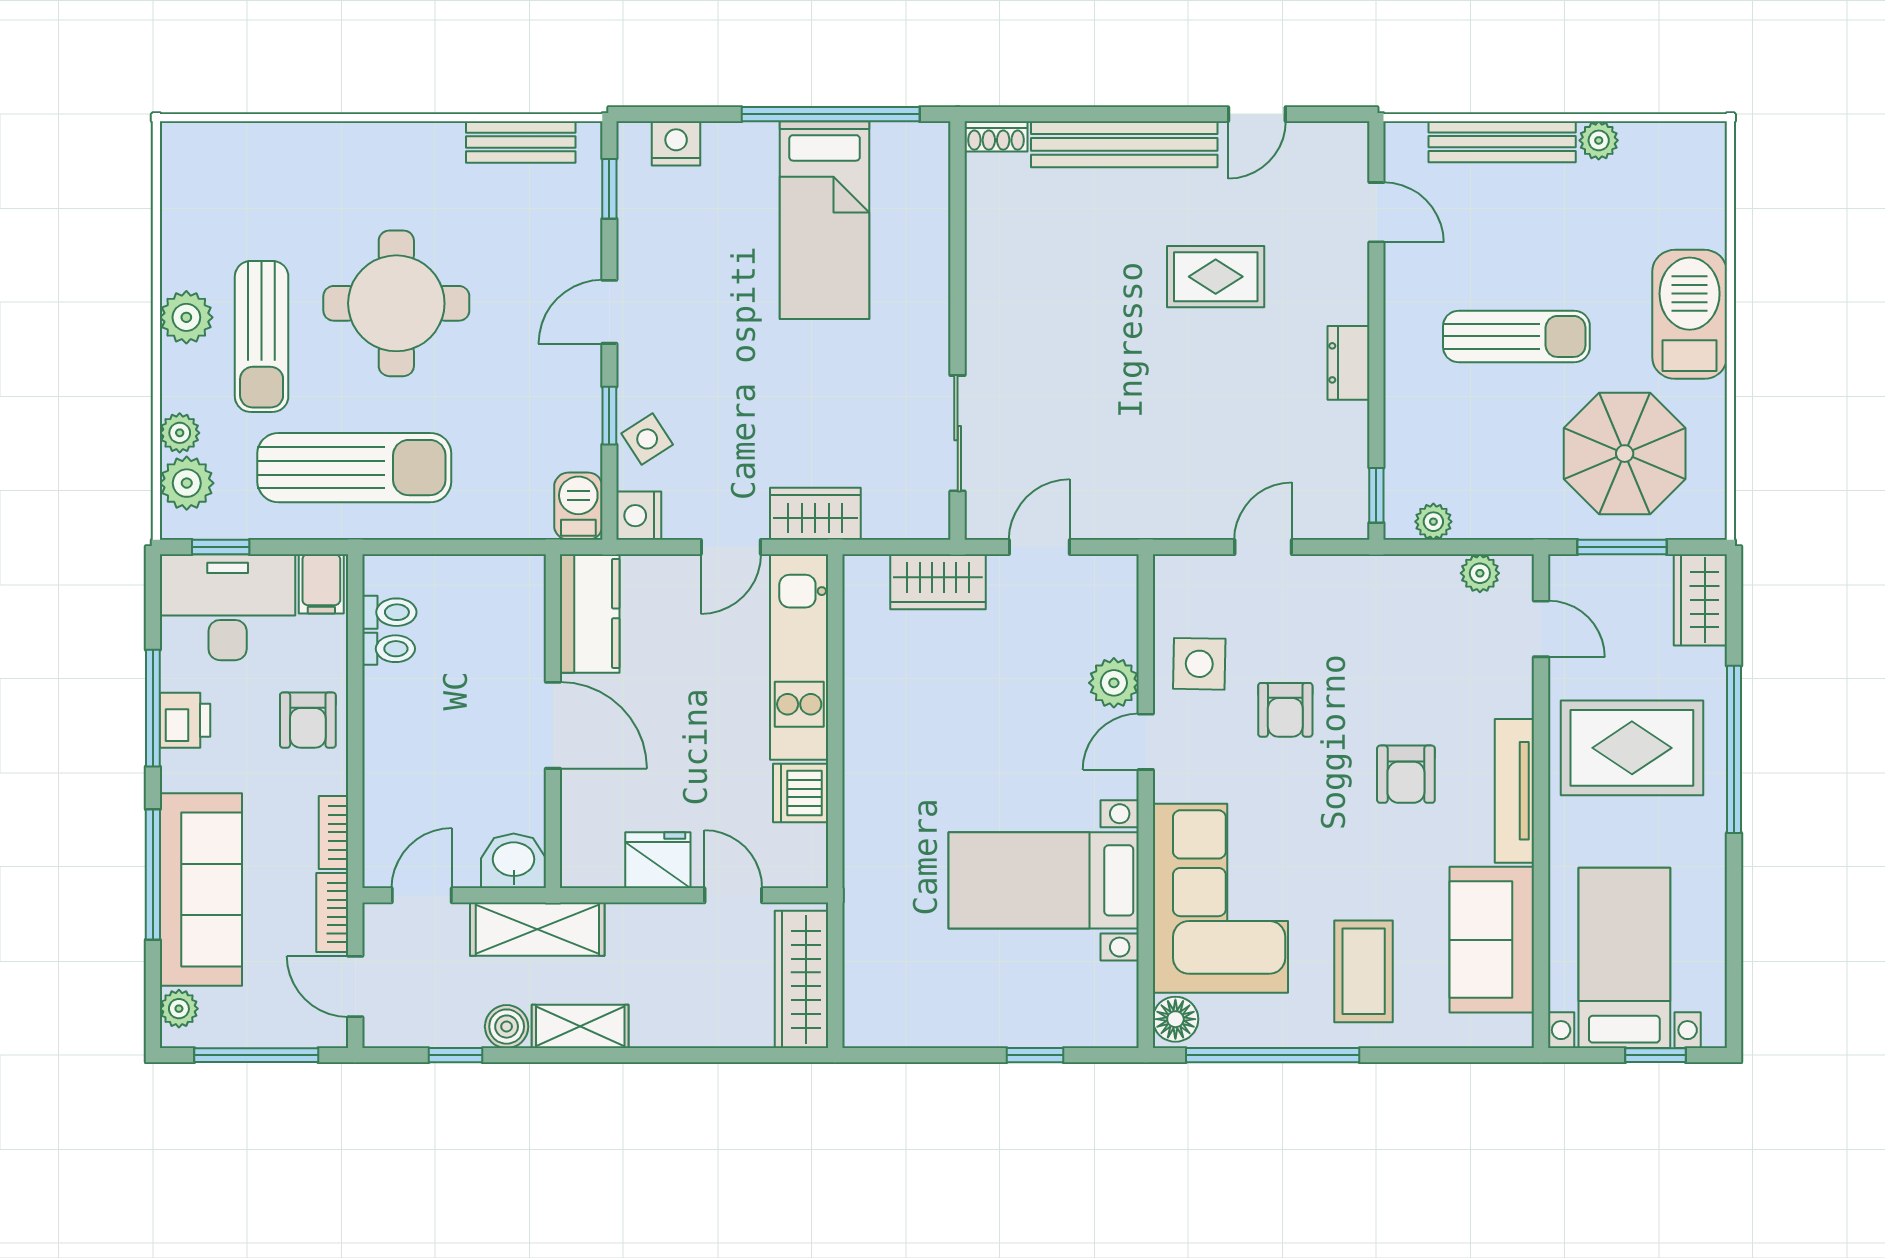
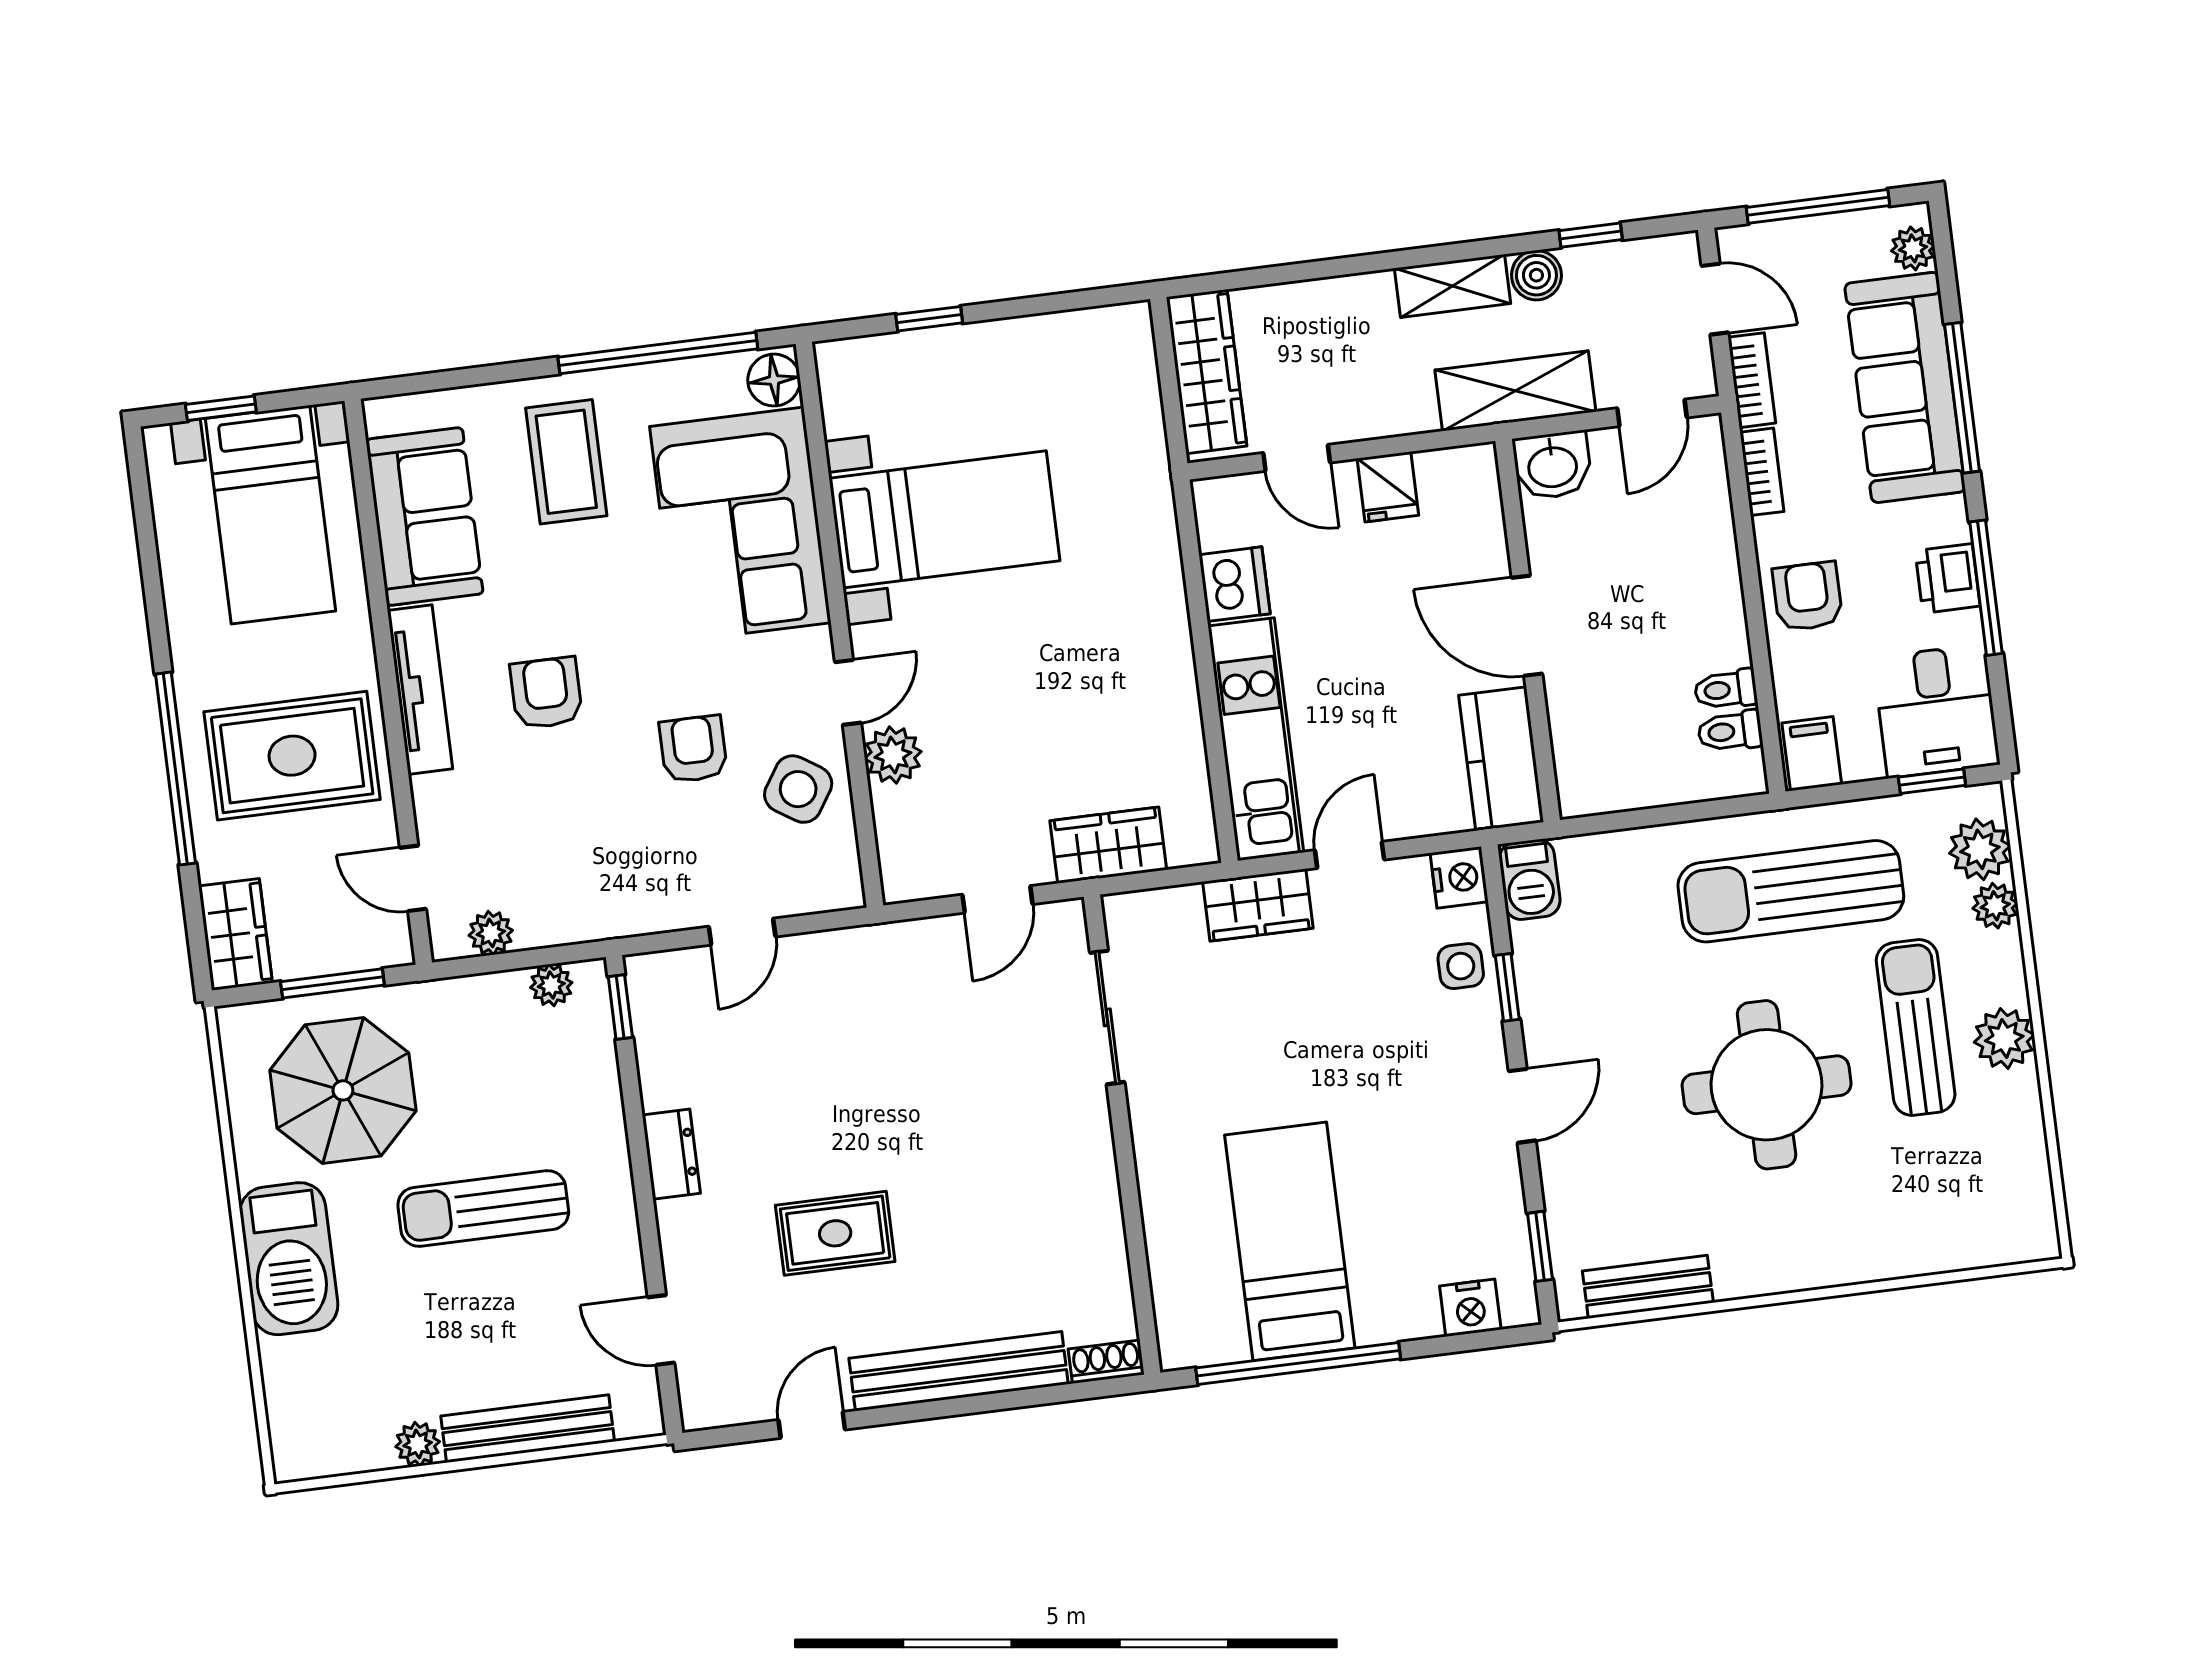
side table: (647, 439) -> (1461, 966), turned 33
desk: (228, 607) -> (1936, 711), width x0.73
side table: (1199, 664) -> (798, 789), turned 32
fridge: (658, 860) -> (1388, 487), width x0.72

